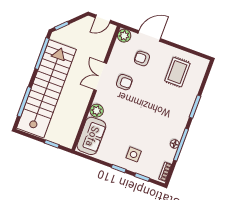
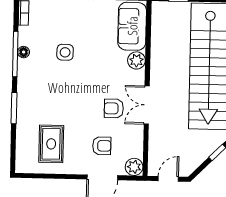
double door: (100, 77) -> (147, 105), swing flipped
side table: (134, 154) -> (65, 52), moved

